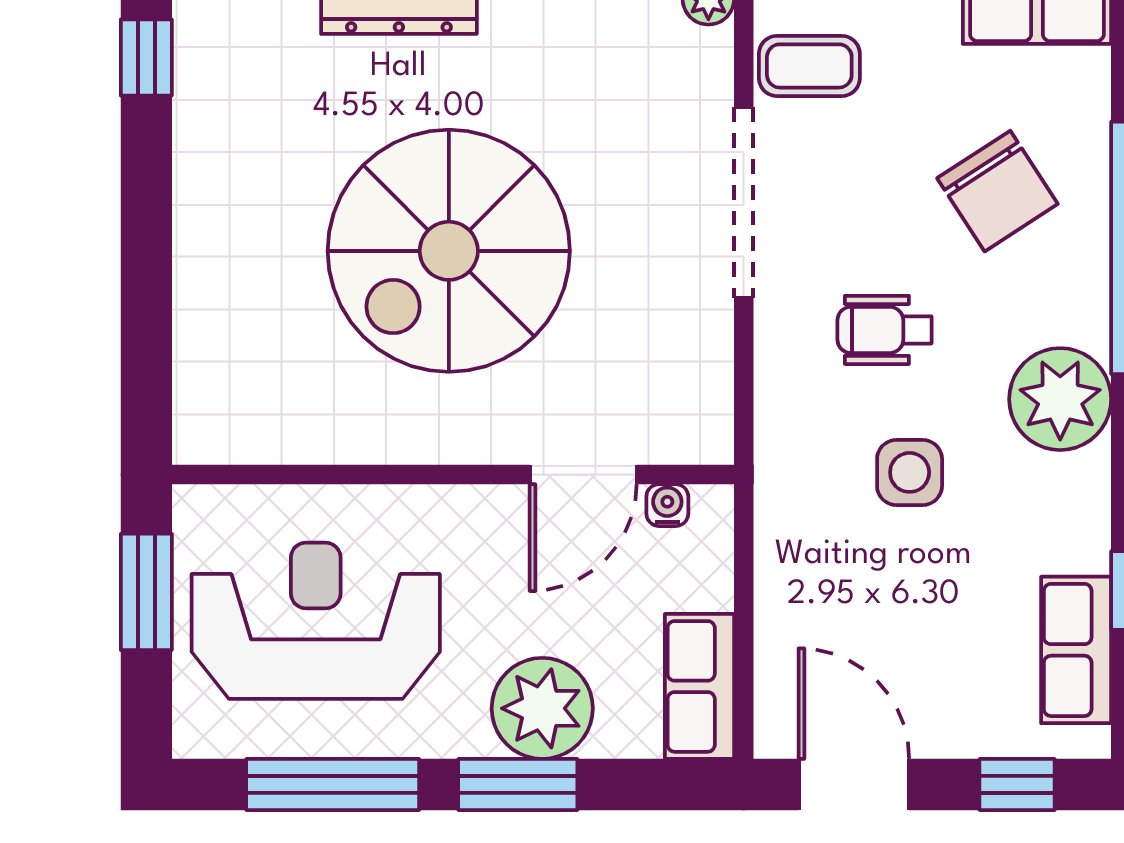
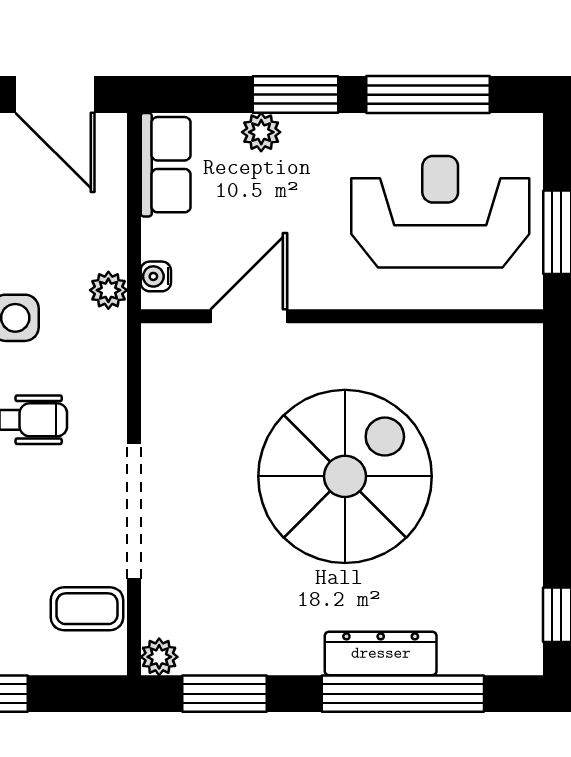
water cooler: (667, 505) -> (156, 276), moved, turned 90
plant: (779, 511) -> (108, 290), added
reception desk: (316, 621) -> (440, 212), turned 180
plant: (542, 708) -> (261, 132), width x0.53, depth x0.53

